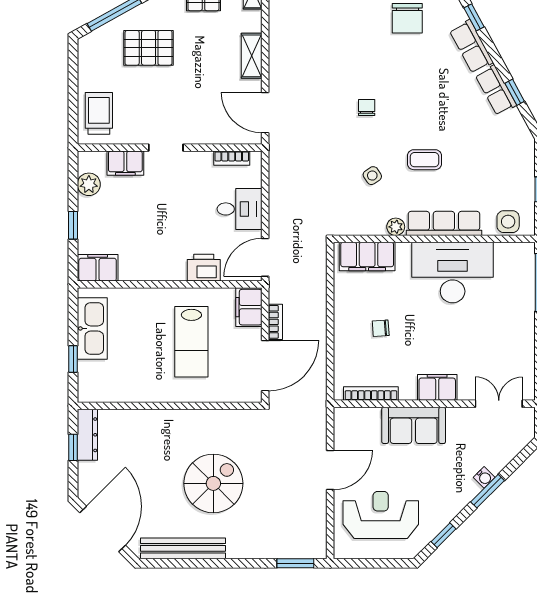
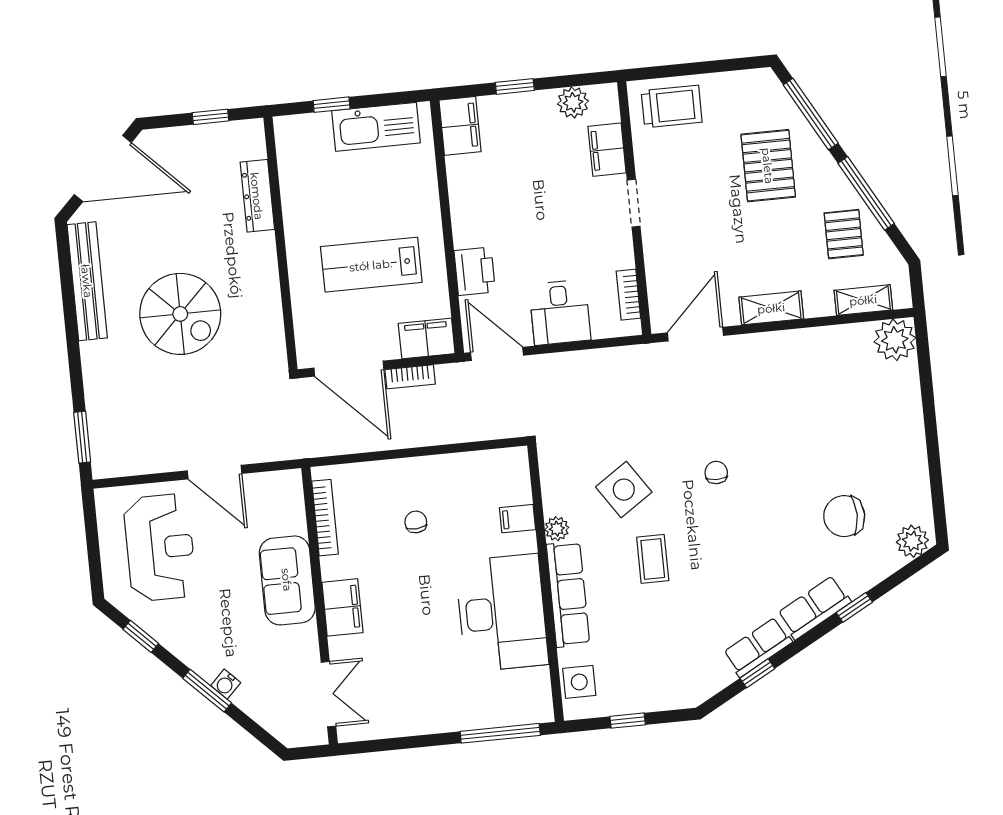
chair: (367, 108) -> (716, 473), turned -90
side table: (372, 176) -> (624, 490), width x1.87, depth x1.87
filing cabinet: (367, 256) -> (518, 519), width x0.33, depth x0.86
dresser: (87, 435) -> (257, 196), moved, turned 90

